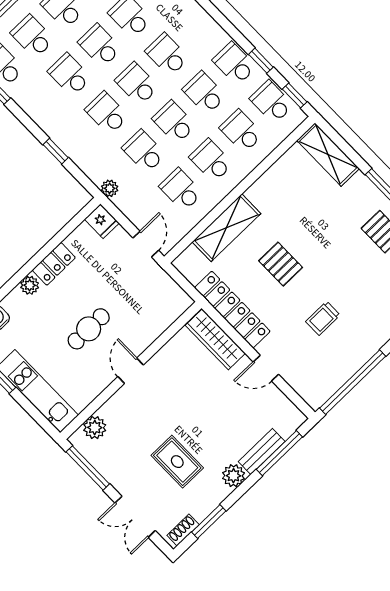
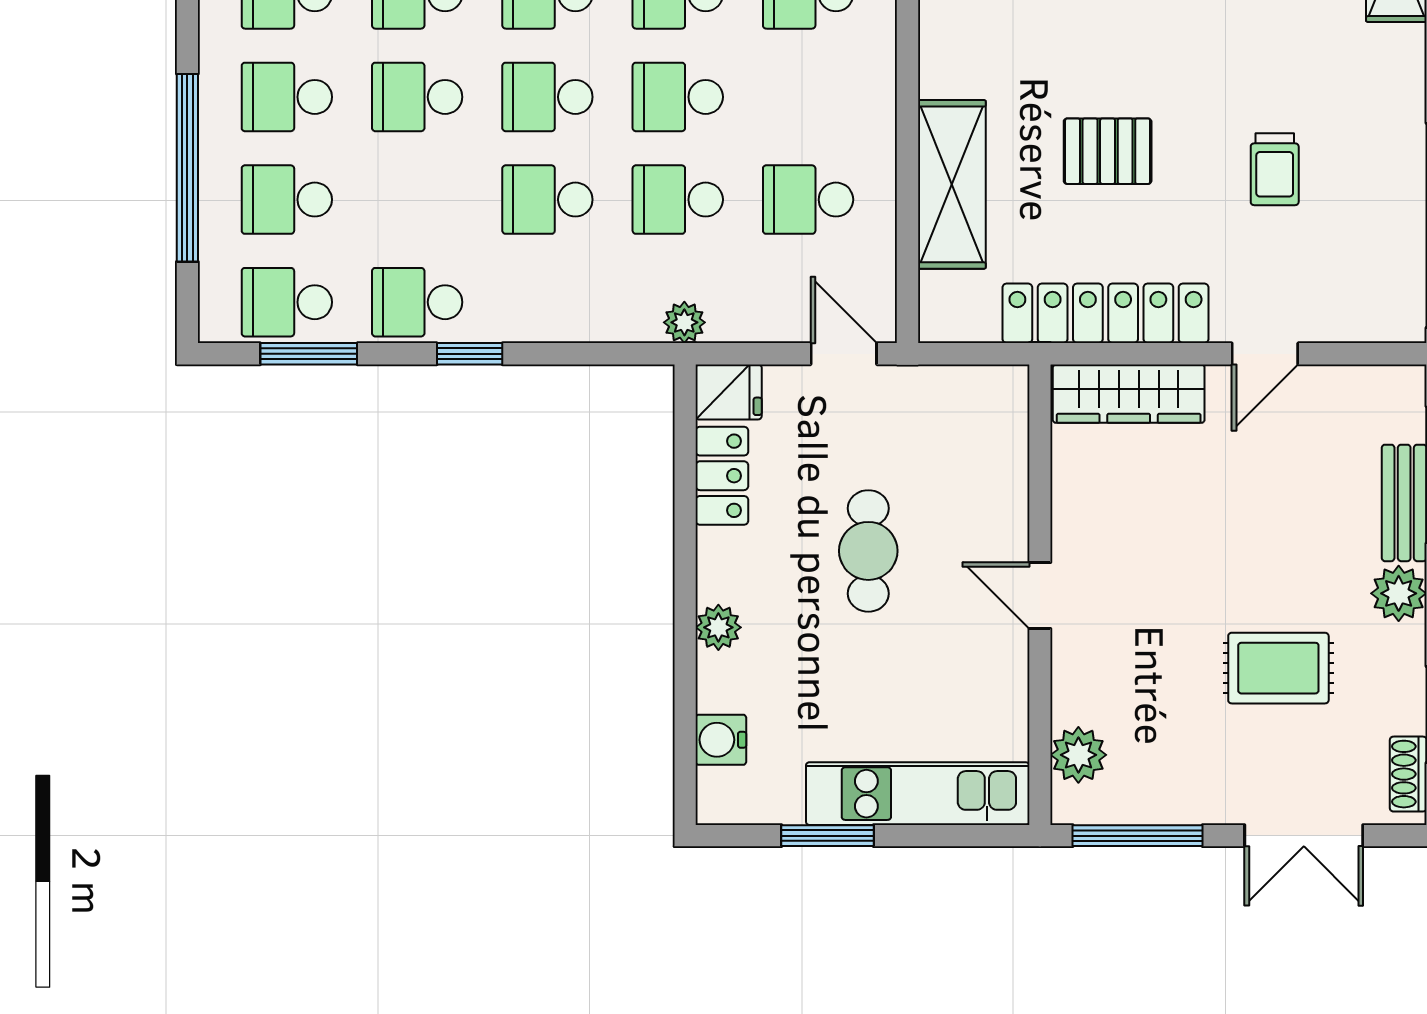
school desk: (70, 75) -> (417, 302), moved
window: (56, 151) -> (470, 354), moved
school desk: (211, 160) -> (808, 97), removed
locker: (54, 264) -> (722, 476), moved
cafe table: (89, 329) -> (868, 551), moved

